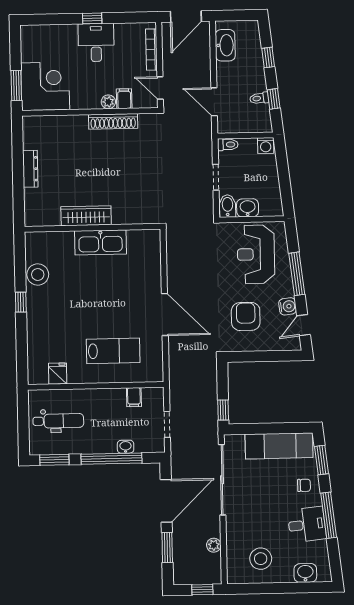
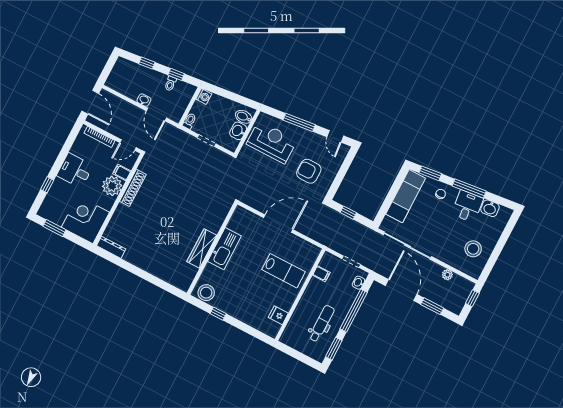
window: (92, 18) -> (47, 185), moved
washbasin: (225, 45) -> (144, 100), moved, width x0.52, depth x0.69
window: (16, 86) -> (54, 228), moved
plant: (108, 102) -> (112, 186), width x1.87, depth x1.87
door: (214, 102) -> (156, 114), hinge flipped
dresser: (30, 169) -> (111, 247), moved
bidet: (228, 206) -> (244, 117), moved
wardrobe: (86, 216) -> (202, 248), moved
wall: (92, 228) -> (212, 249), moved
kitchen sink: (101, 242) -> (224, 249), moved
reception desk: (256, 254) -> (272, 142), turned 180
water cooler: (288, 306) -> (317, 140), removed
lab bench: (113, 351) -> (283, 271), turned 90
window: (223, 410) -> (348, 213), moved
dental chair: (58, 421) -> (322, 324), moved
washbasin: (126, 447) -> (358, 283), moved
washbasin: (305, 573) -> (490, 208), moved, turned -96

